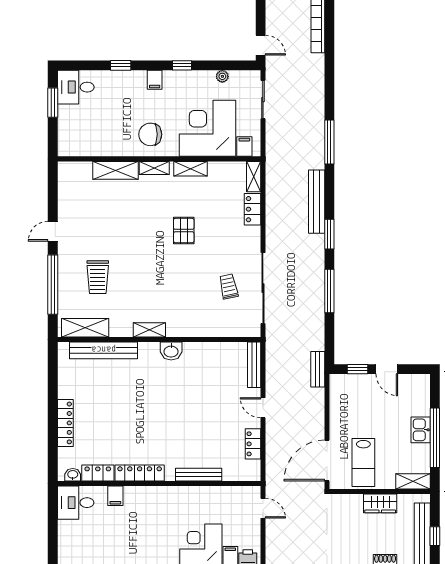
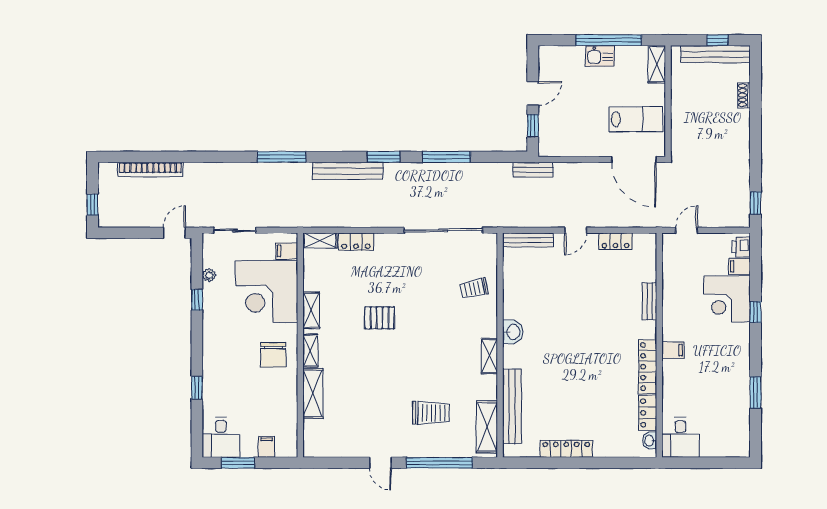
window: (182, 65) -> (197, 300), moved
filing cabinet: (155, 80) -> (267, 447), moved, turned -90
trolley: (229, 286) -> (474, 288), moved
locker: (65, 423) -> (566, 449), moved
bench: (199, 475) -> (649, 301), width x0.73
filing cabinet: (115, 496) -> (673, 350), moved
wardrobe: (380, 503) -> (681, 101), removed

